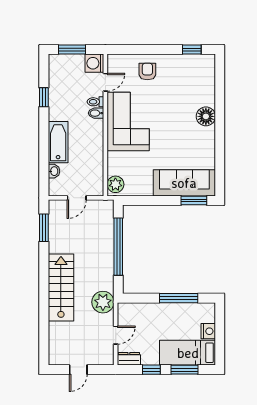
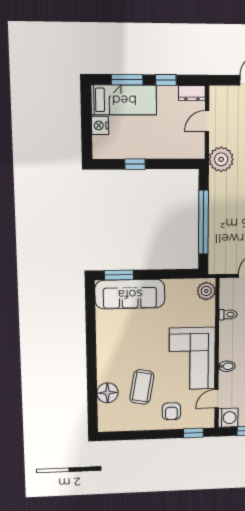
window: (192, 50) -> (193, 433), moved
coffee table: (174, 96) -> (142, 387), added
toilet: (95, 102) -> (228, 315), moved
floor lamp: (206, 116) -> (107, 393), moved
window: (179, 298) -> (135, 164), width x0.46

